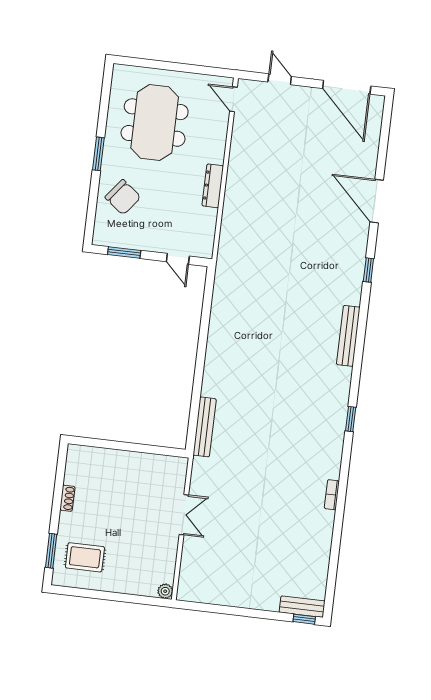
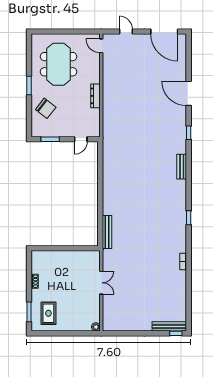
door: (178, 259) -> (81, 139), hinge flipped
bench: (348, 336) -> (182, 167), width x0.73
rug: (85, 557) -> (48, 313), turned 90
bench: (302, 607) -> (169, 326), width x1.36

